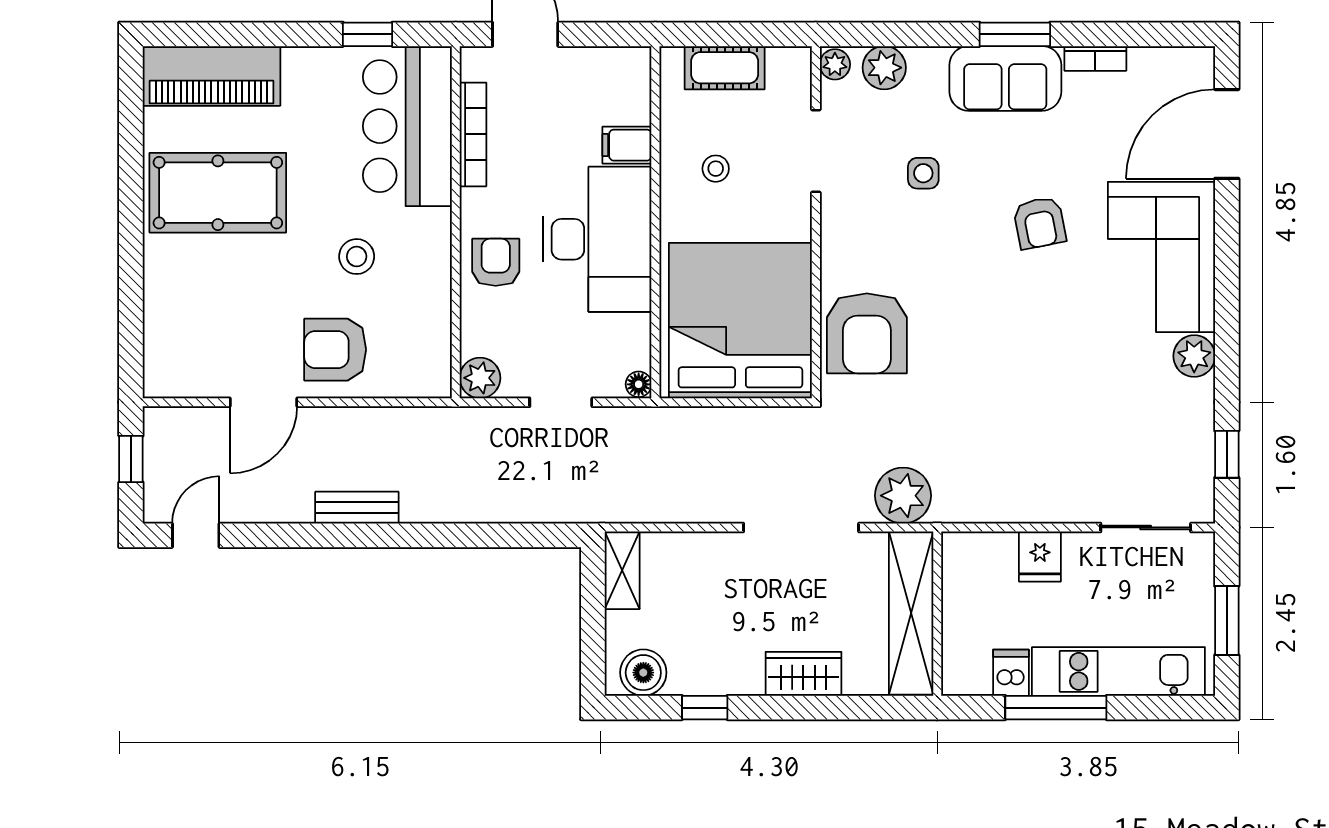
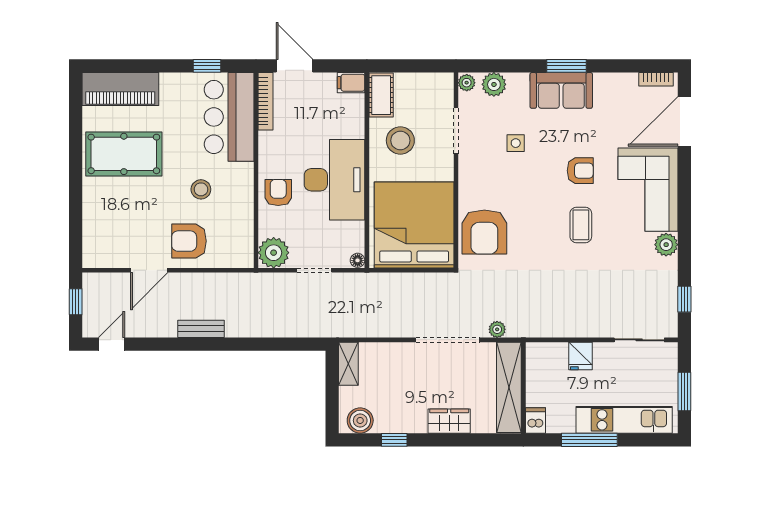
bookcase: (1095, 58) -> (656, 79), moved
cot: (725, 68) -> (381, 95), moved, turned 90
bookcase: (473, 134) -> (266, 101), moved
filing cabinet: (627, 145) -> (351, 83), moved
stool: (716, 169) -> (400, 141), width x1.89, depth x1.89
armchair: (1040, 223) -> (580, 171), turned -79
coffee table: (1041, 321) -> (581, 225), added
plant: (480, 378) -> (274, 253), width x1.36, depth x1.36
plant: (903, 496) -> (497, 329), width x0.53, depth x0.53
dishwasher: (1011, 673) -> (536, 421), moved

